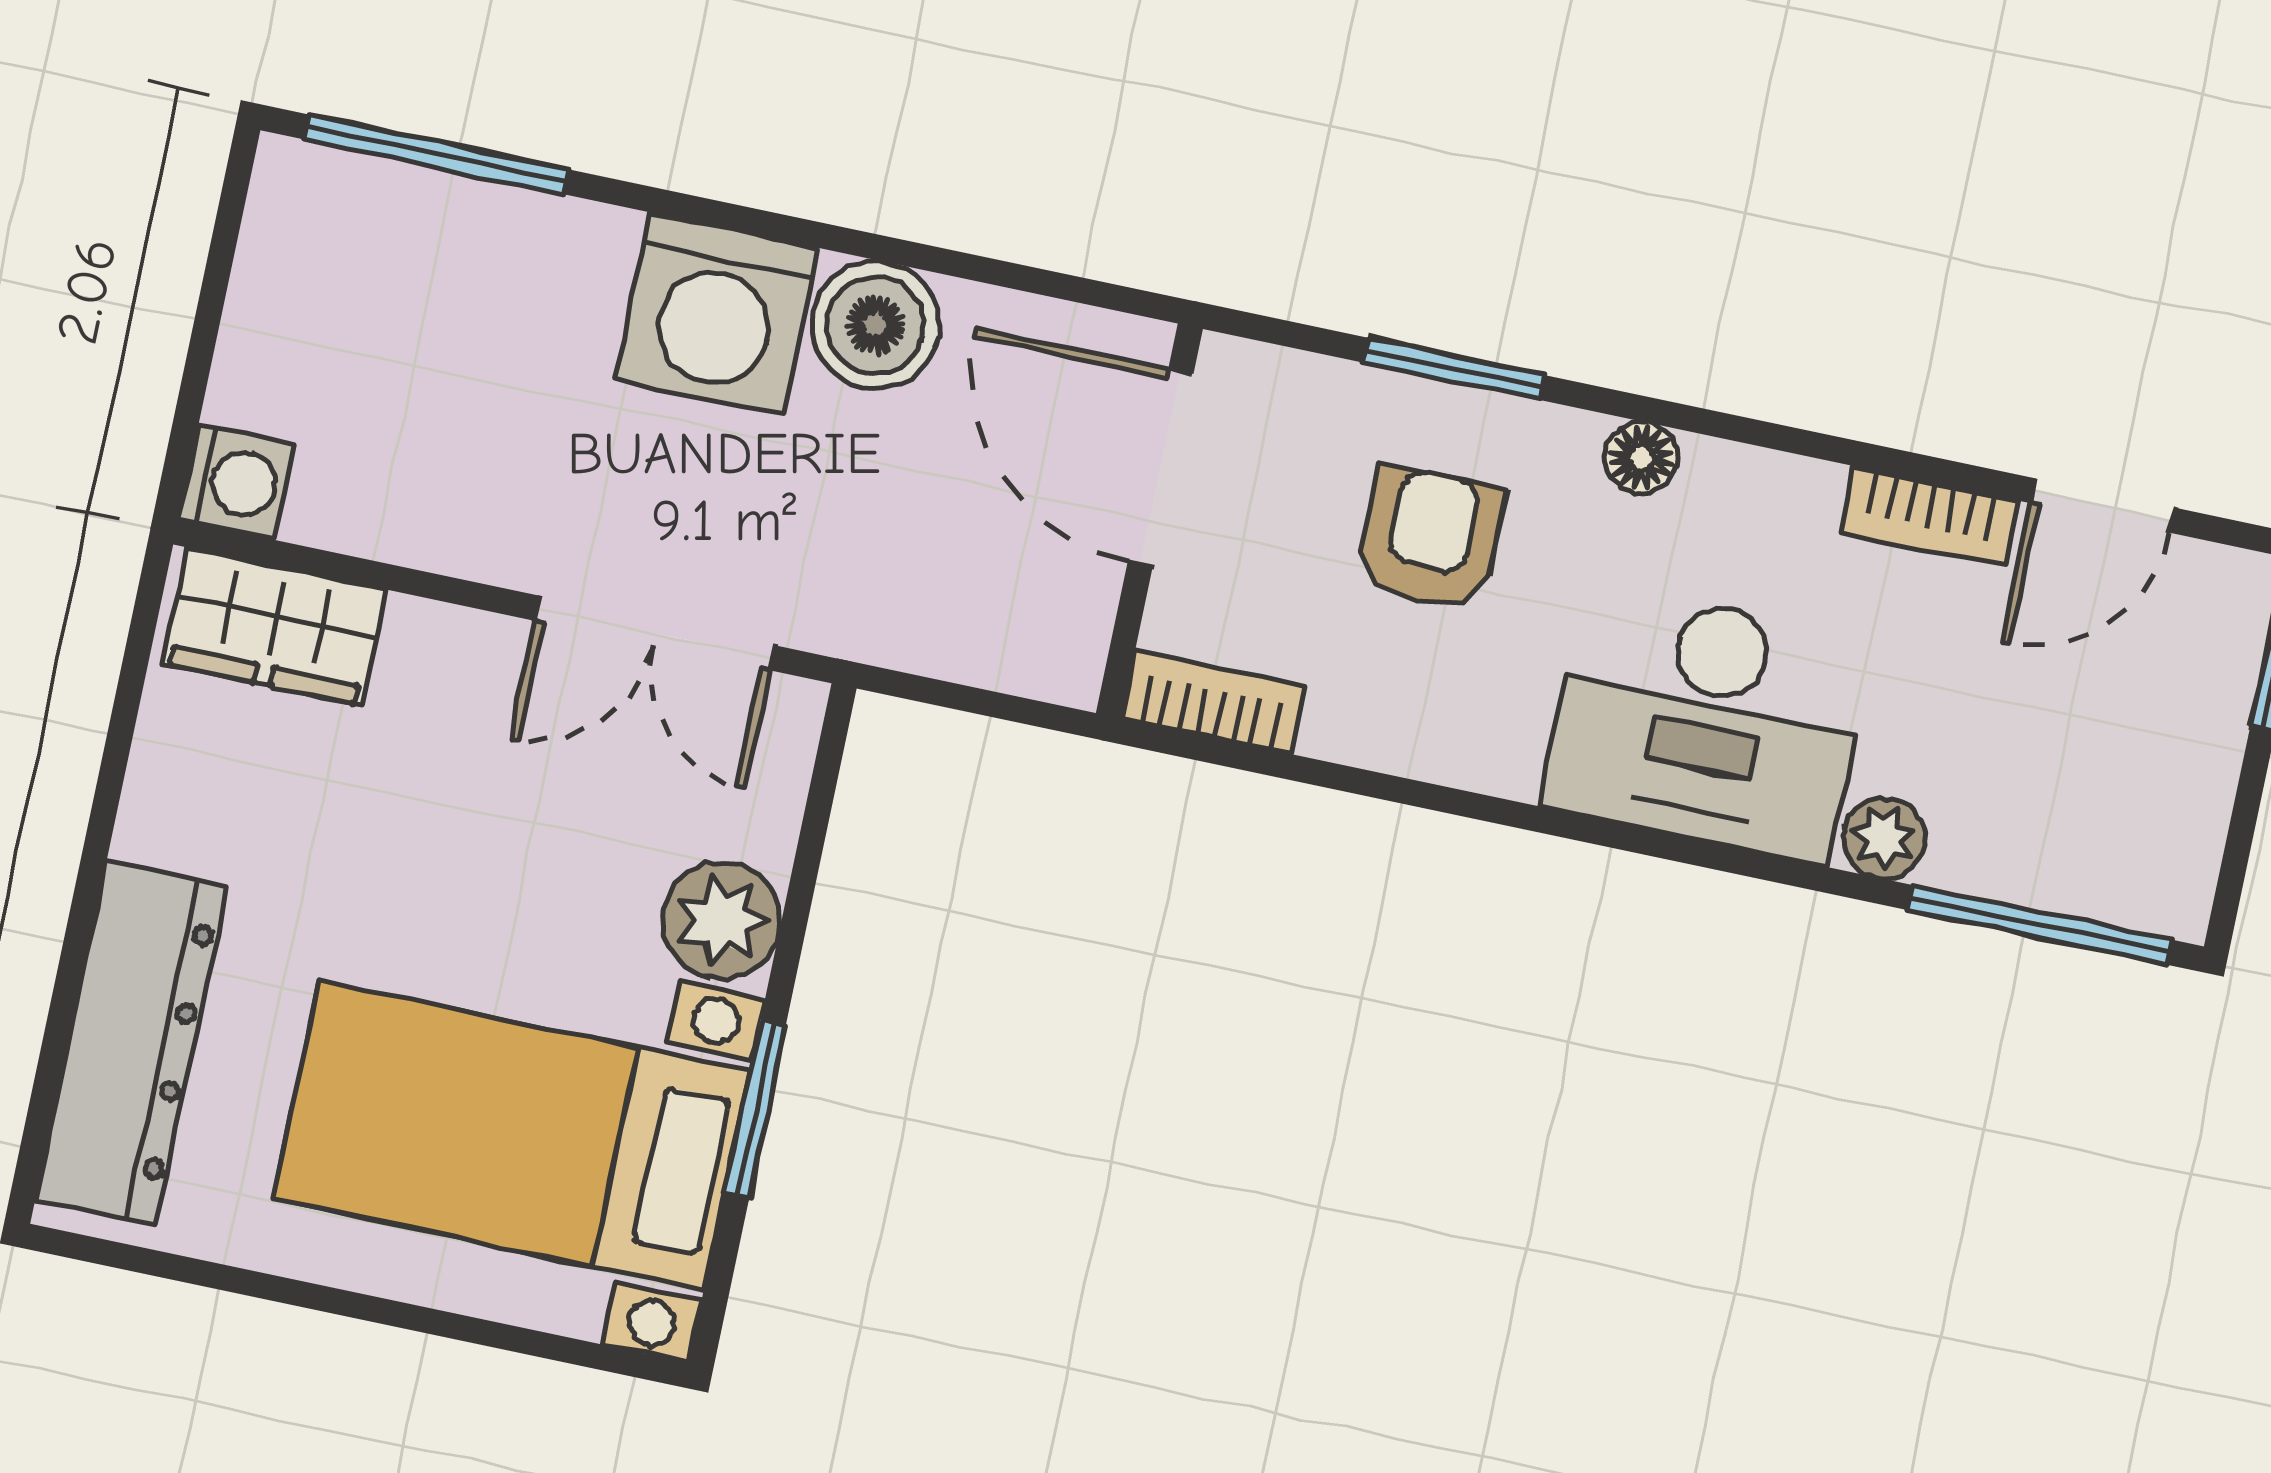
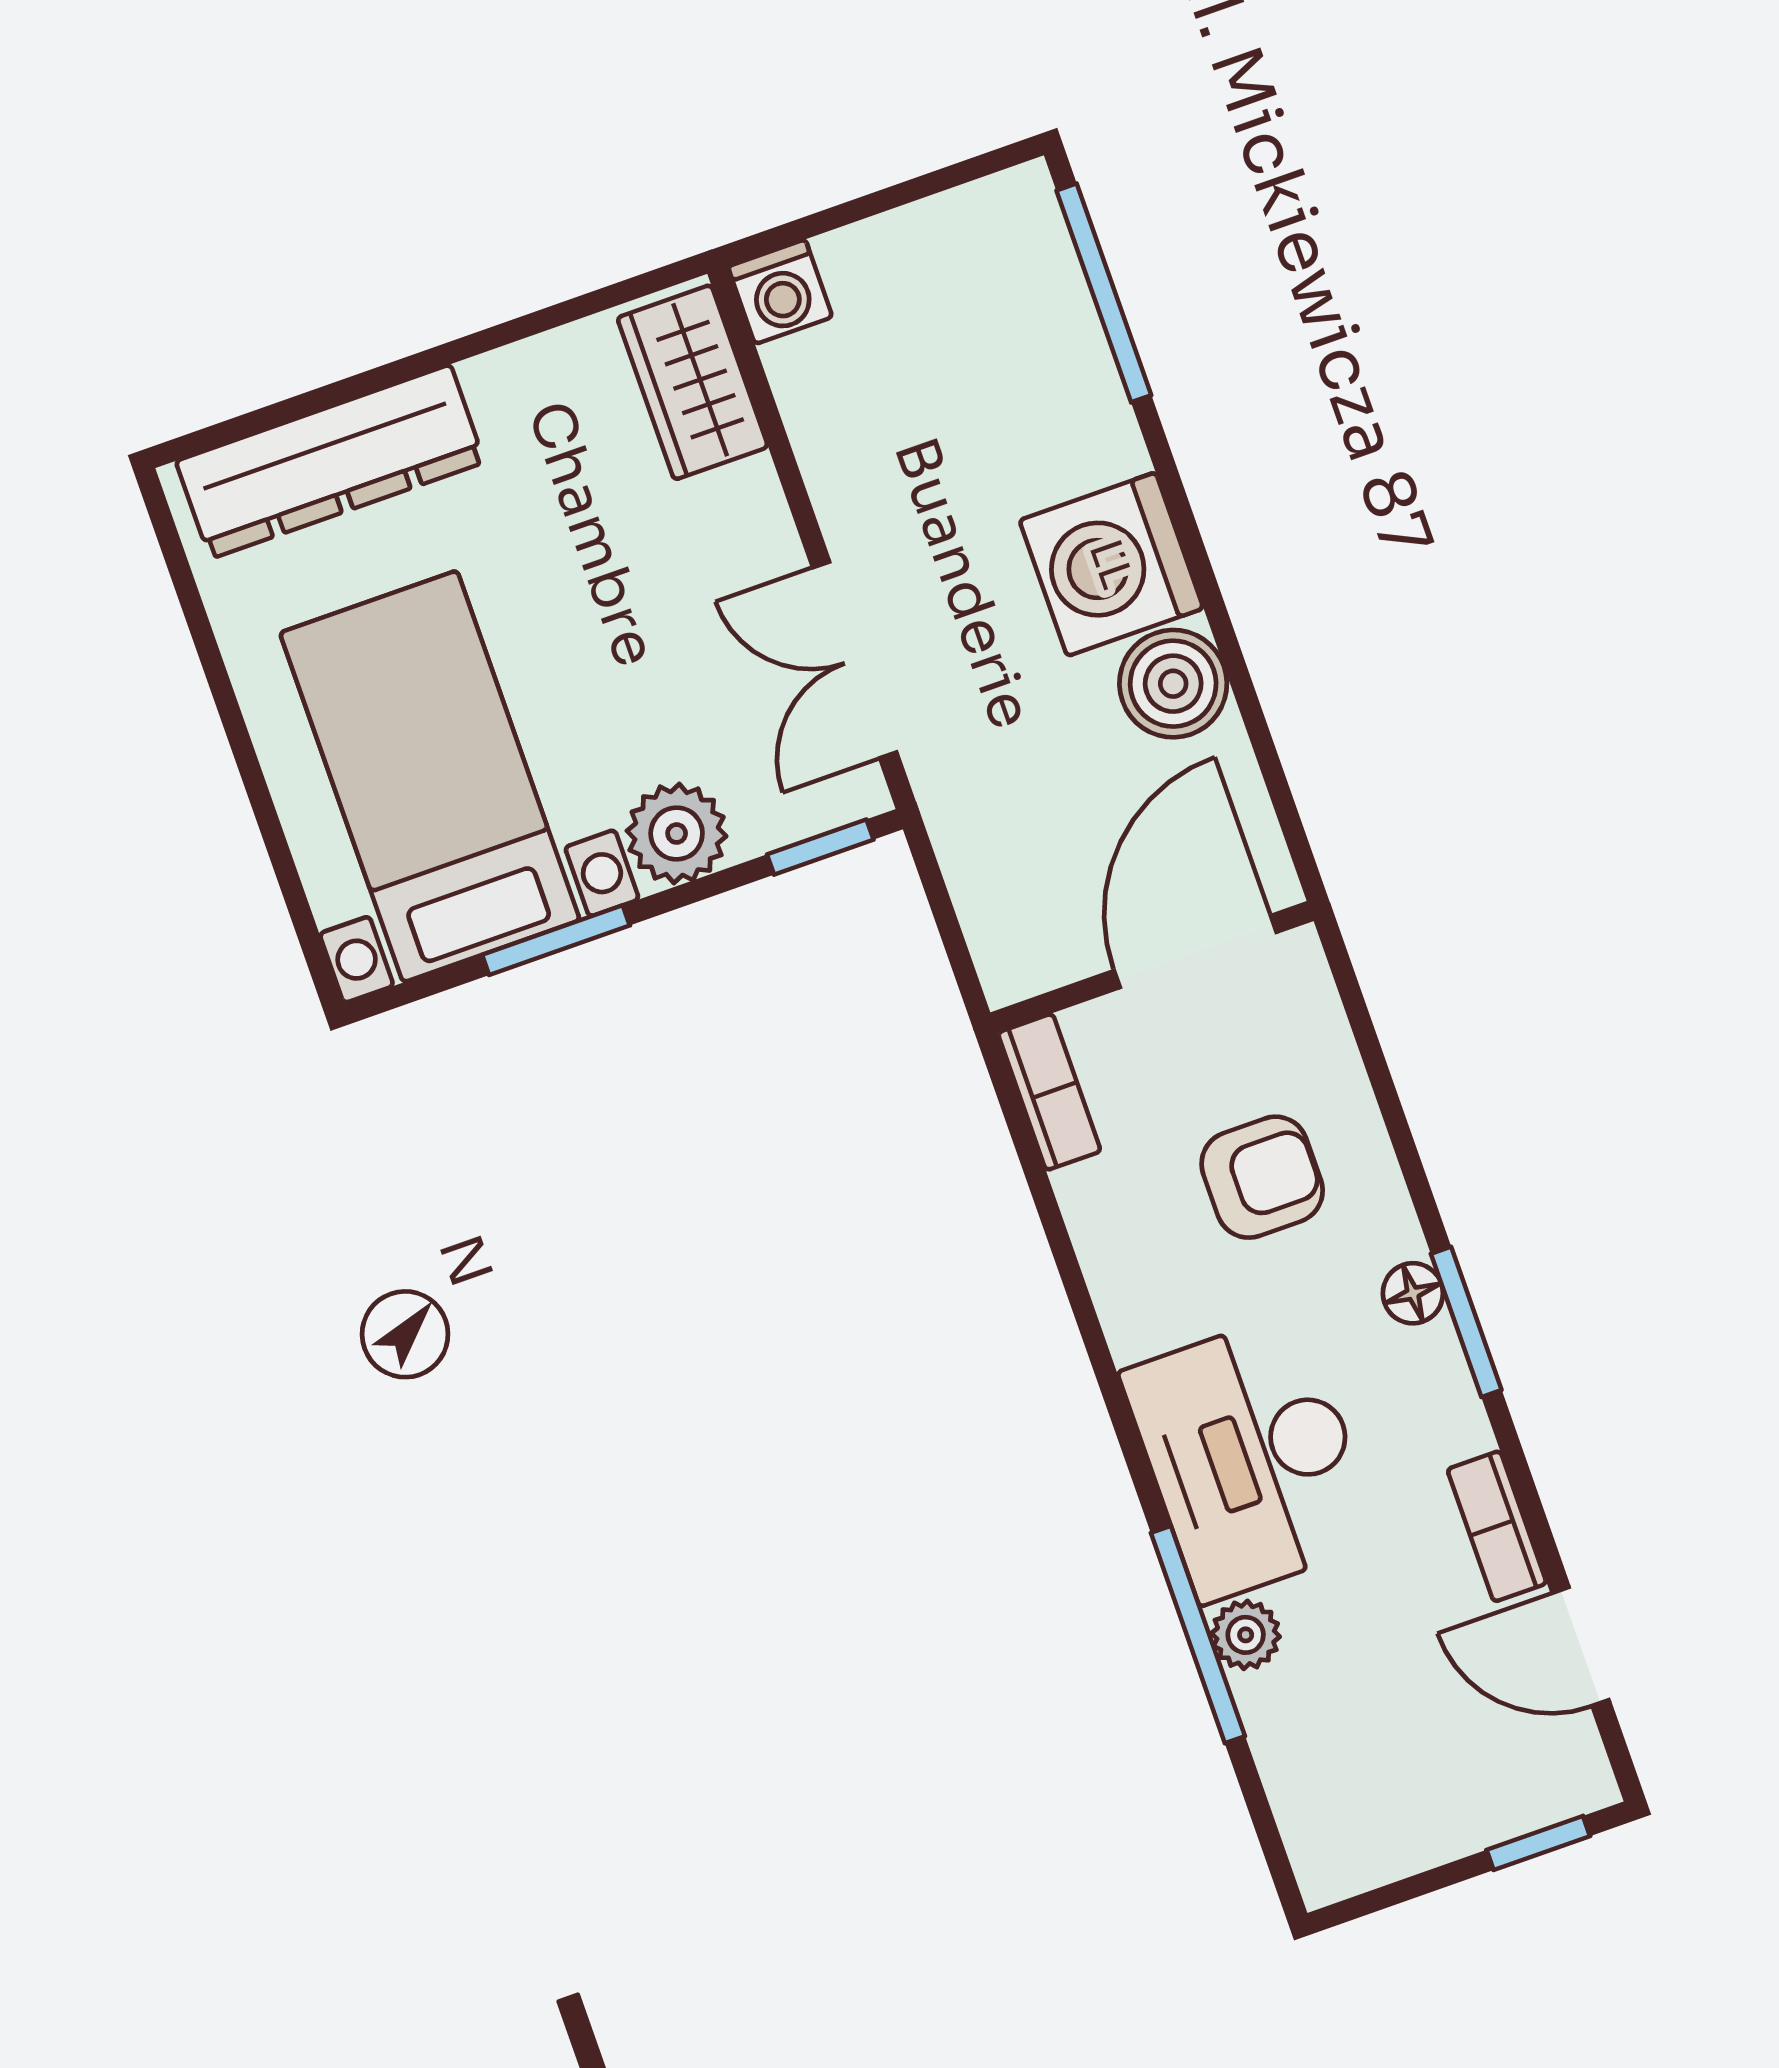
window: (1454, 369) -> (1466, 1322), moved
window: (824, 783) -> (820, 847), added
window: (2040, 925) -> (1198, 1635), moved

